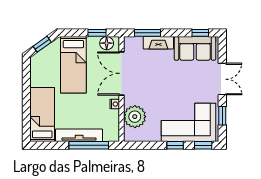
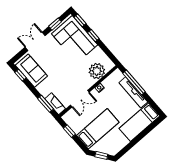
floor lamp: (107, 43) -> (70, 121), removed
fireplace: (158, 43) -> (55, 104), moved
double door: (121, 73) -> (80, 99), width x0.73

